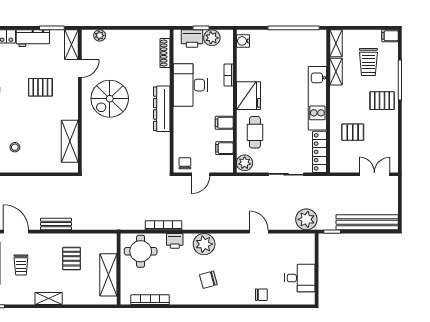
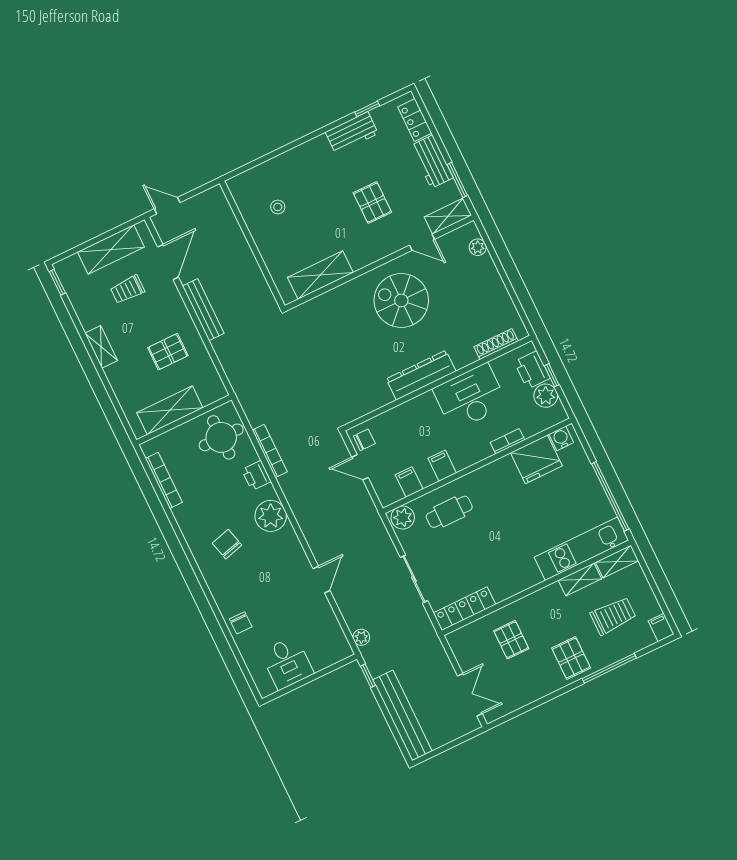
trolley: (368, 62) -> (613, 616), turned 180
fridge: (248, 96) -> (536, 459), moved
kitchen unit: (317, 98) -> (581, 549), moved
plant: (306, 219) -> (361, 637), width x0.53, depth x0.53
bench: (56, 224) -> (203, 310), width x1.36

